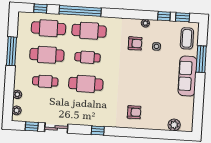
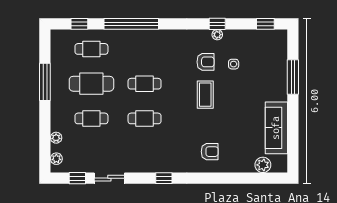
window: (164, 16) -> (217, 24), moved
cafe table: (48, 28) -> (91, 49), width x0.73, depth x0.74
cafe table: (89, 31) -> (145, 49), removed
coffee table: (187, 38) -> (205, 95), moved
sofa: (187, 76) -> (276, 128), moved
cafe table: (86, 84) -> (145, 118), width x0.73, depth x0.74

